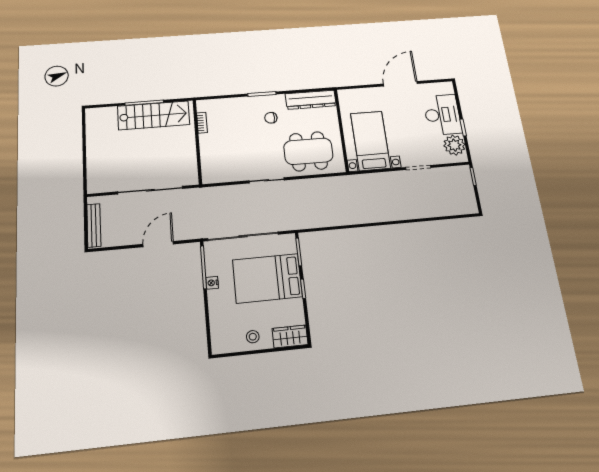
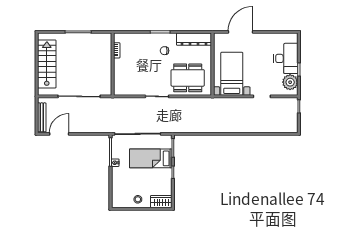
door: (400, 84) -> (240, 32), moved
stairs: (154, 115) -> (47, 64), moved, turned -90
door: (158, 244) -> (59, 134), moved
bed: (267, 278) -> (151, 158), width x0.67

